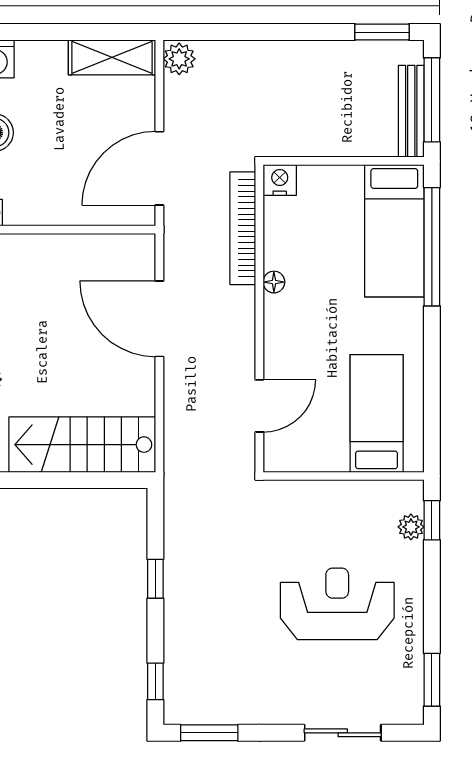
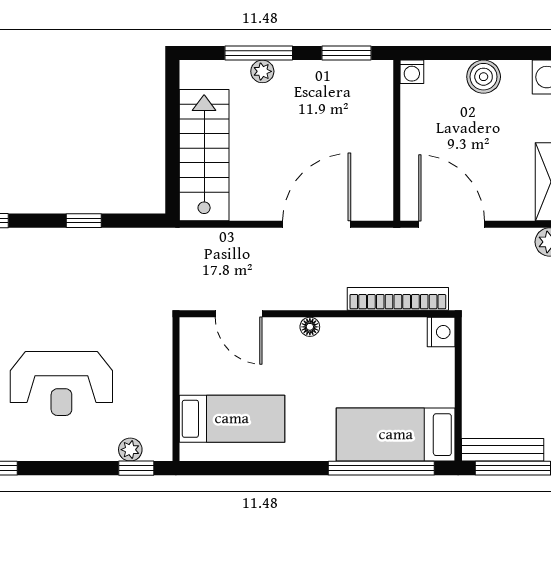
floor lamp: (274, 282) -> (310, 327), moved
reception desk: (337, 604) -> (61, 383), turned 90

